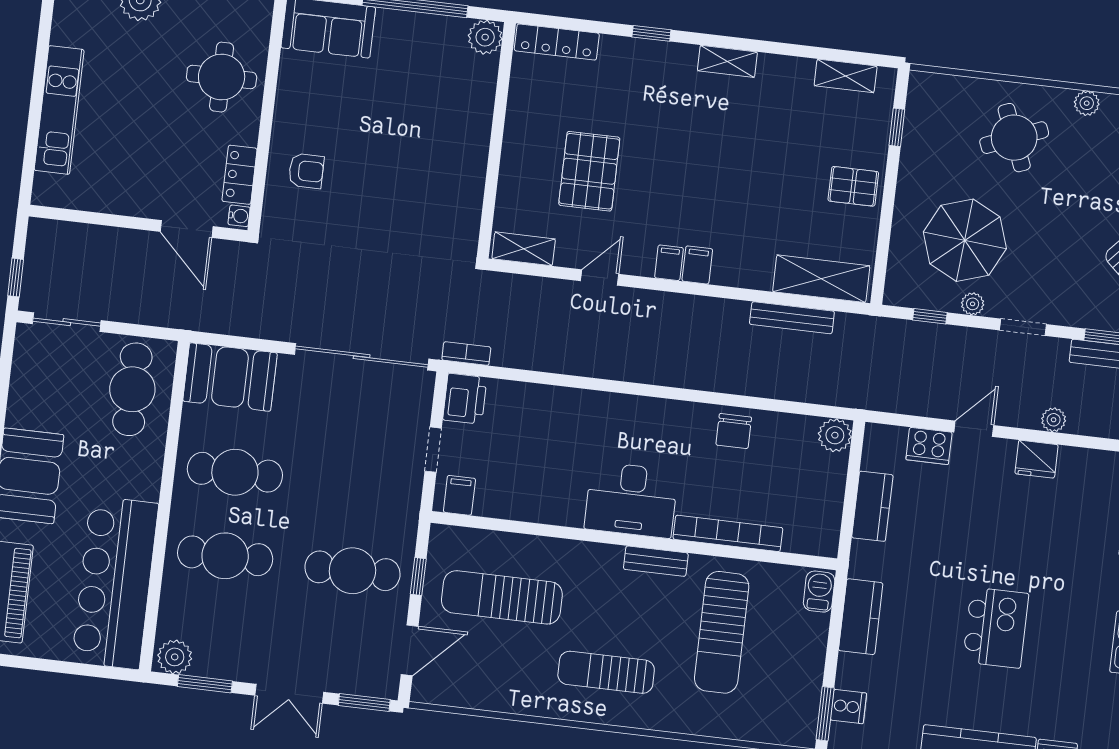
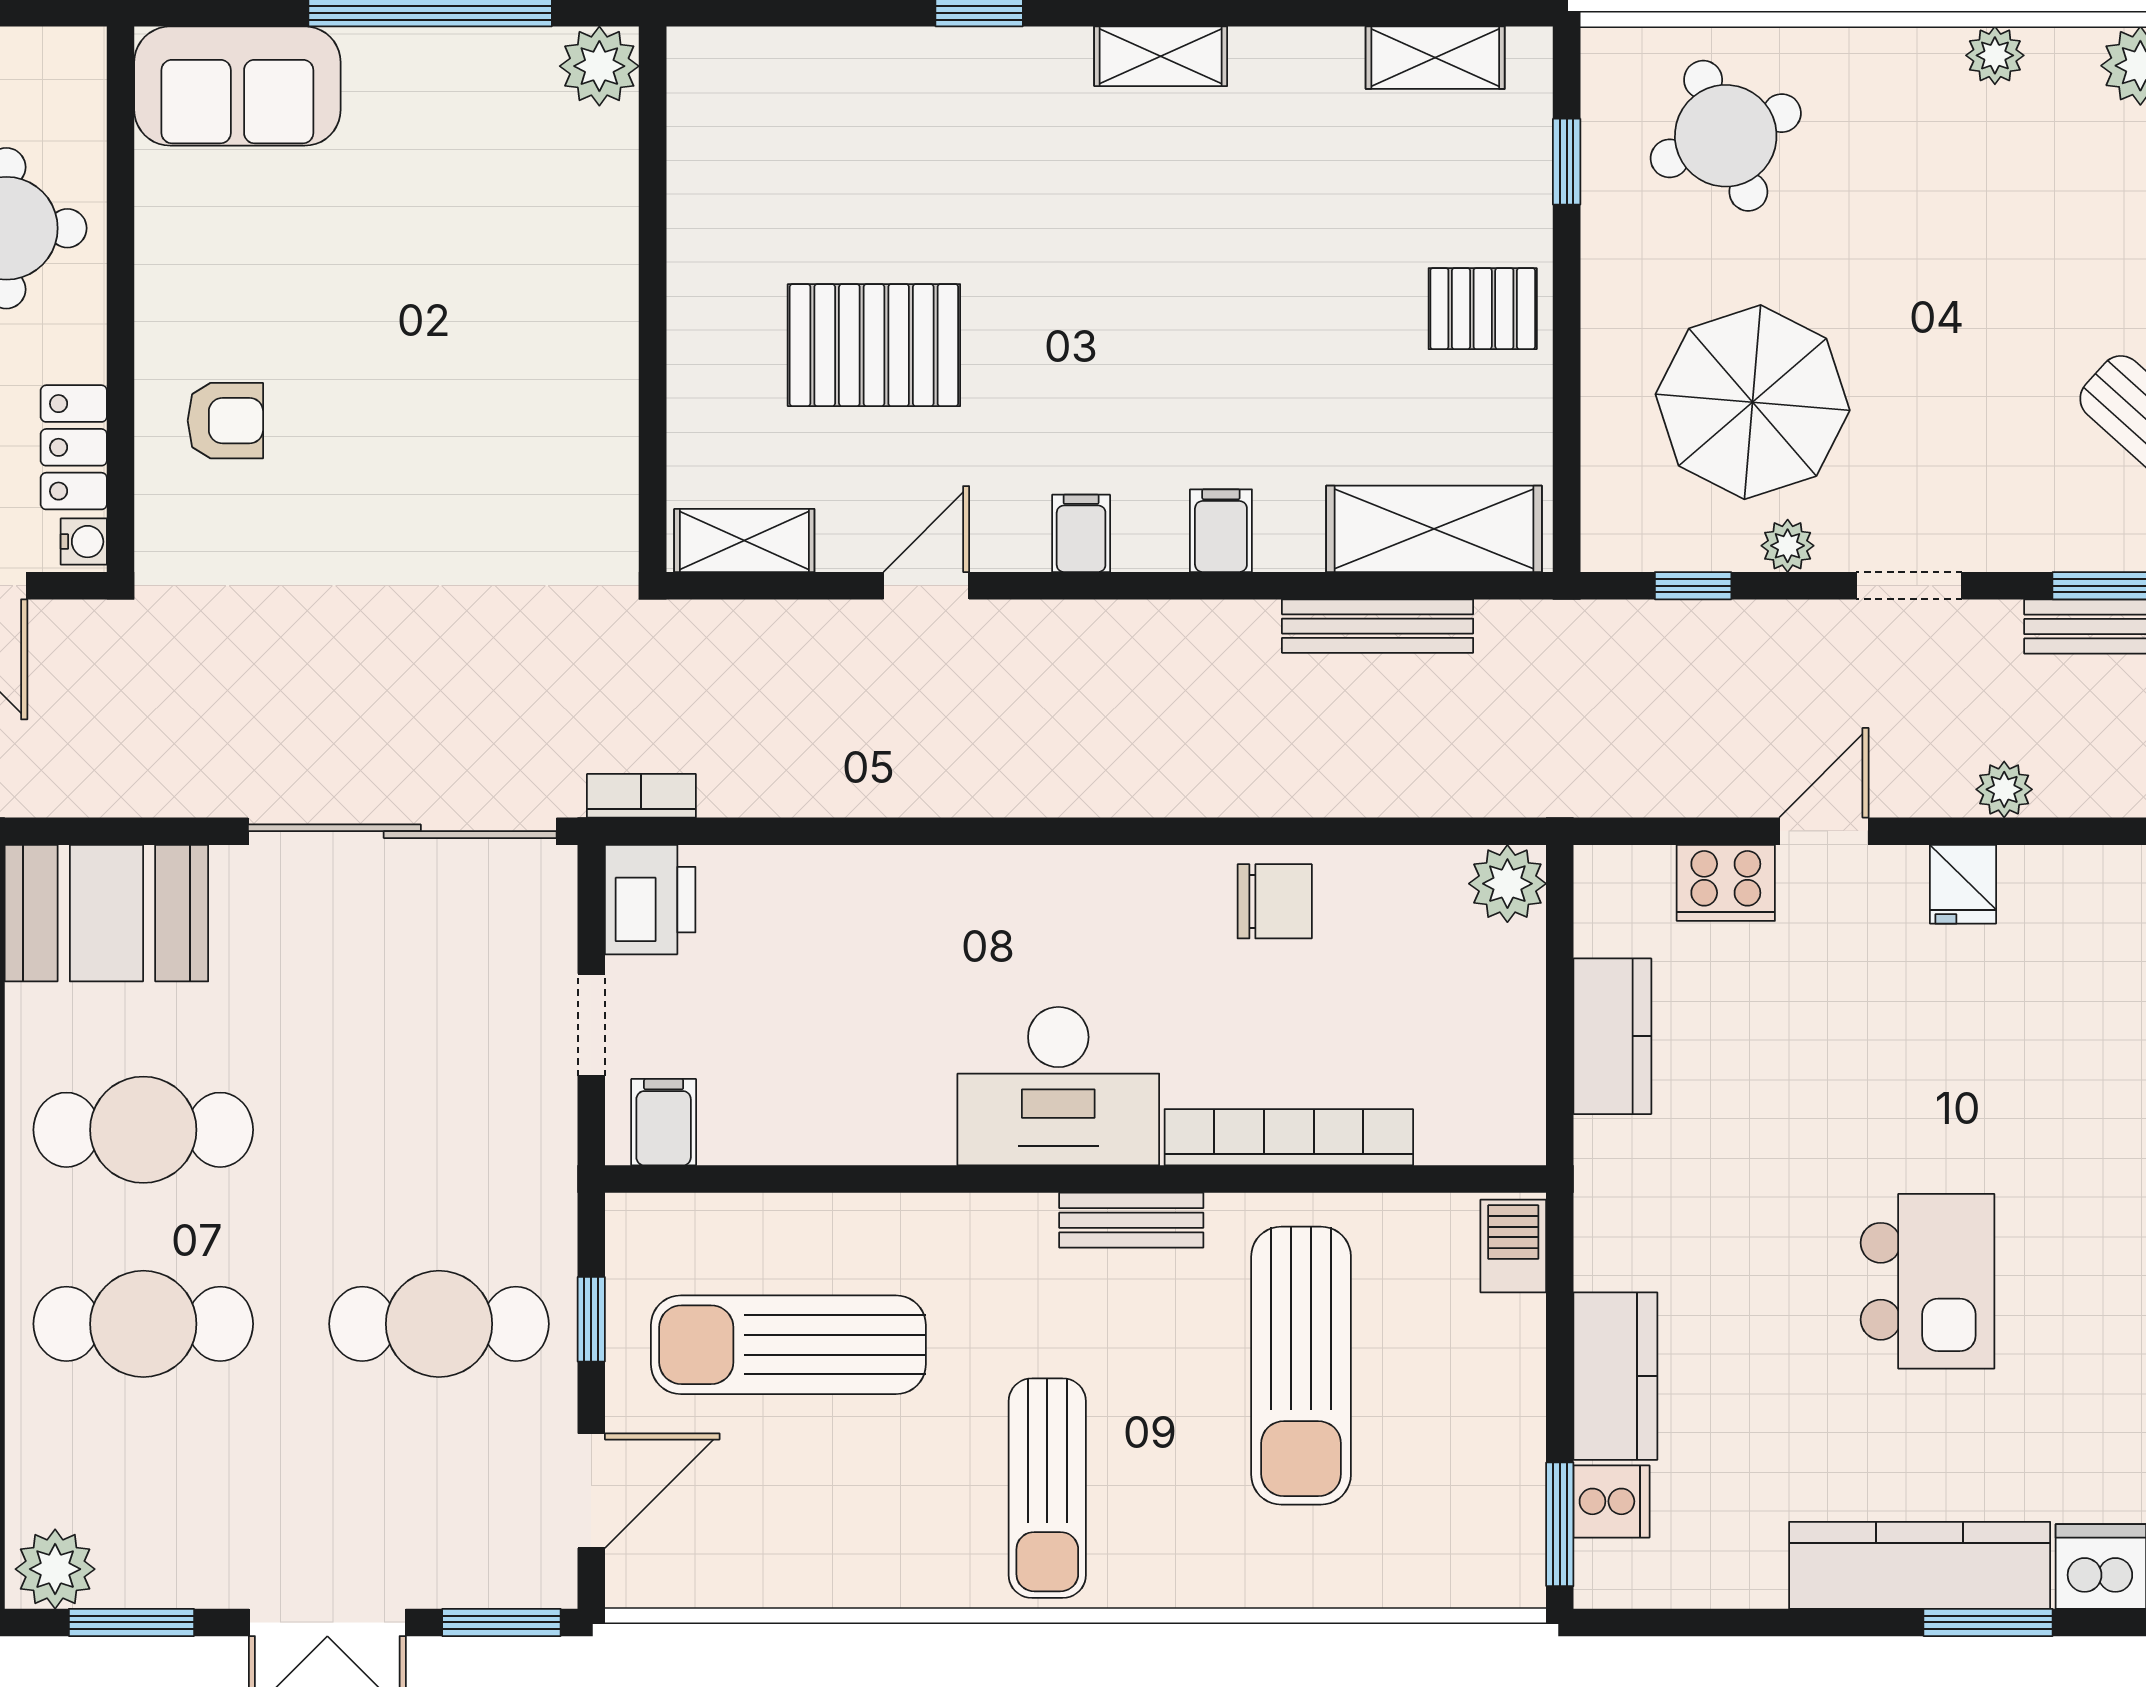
locker: (557, 42) -> (765, 58), removed
round table: (1014, 138) -> (1726, 136), moved
pallet: (589, 171) -> (874, 345), turned 90
filing cabinet: (697, 265) -> (1221, 531), moved
chair: (734, 431) -> (1275, 901), turned -90
fridge: (1037, 459) -> (1963, 884), width x0.72
kitchen counter: (861, 617) -> (1615, 1376), moved
sun lounger: (606, 672) -> (1047, 1488), turned -90

